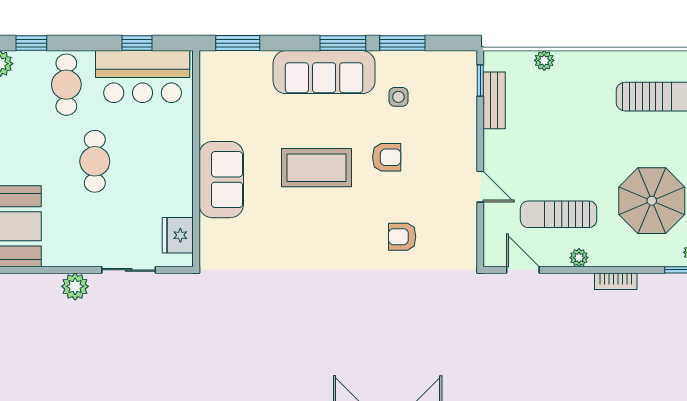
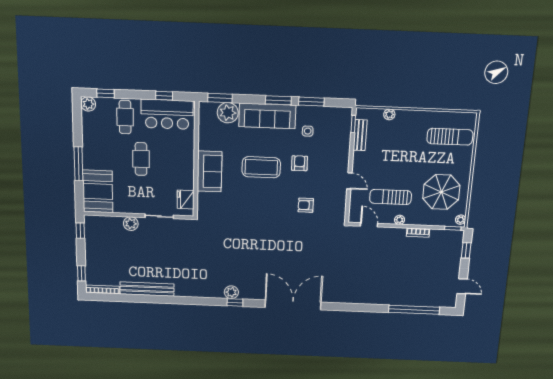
plant: (252, 69) -> (228, 113), added
armchair: (387, 157) -> (300, 163), turned -90

